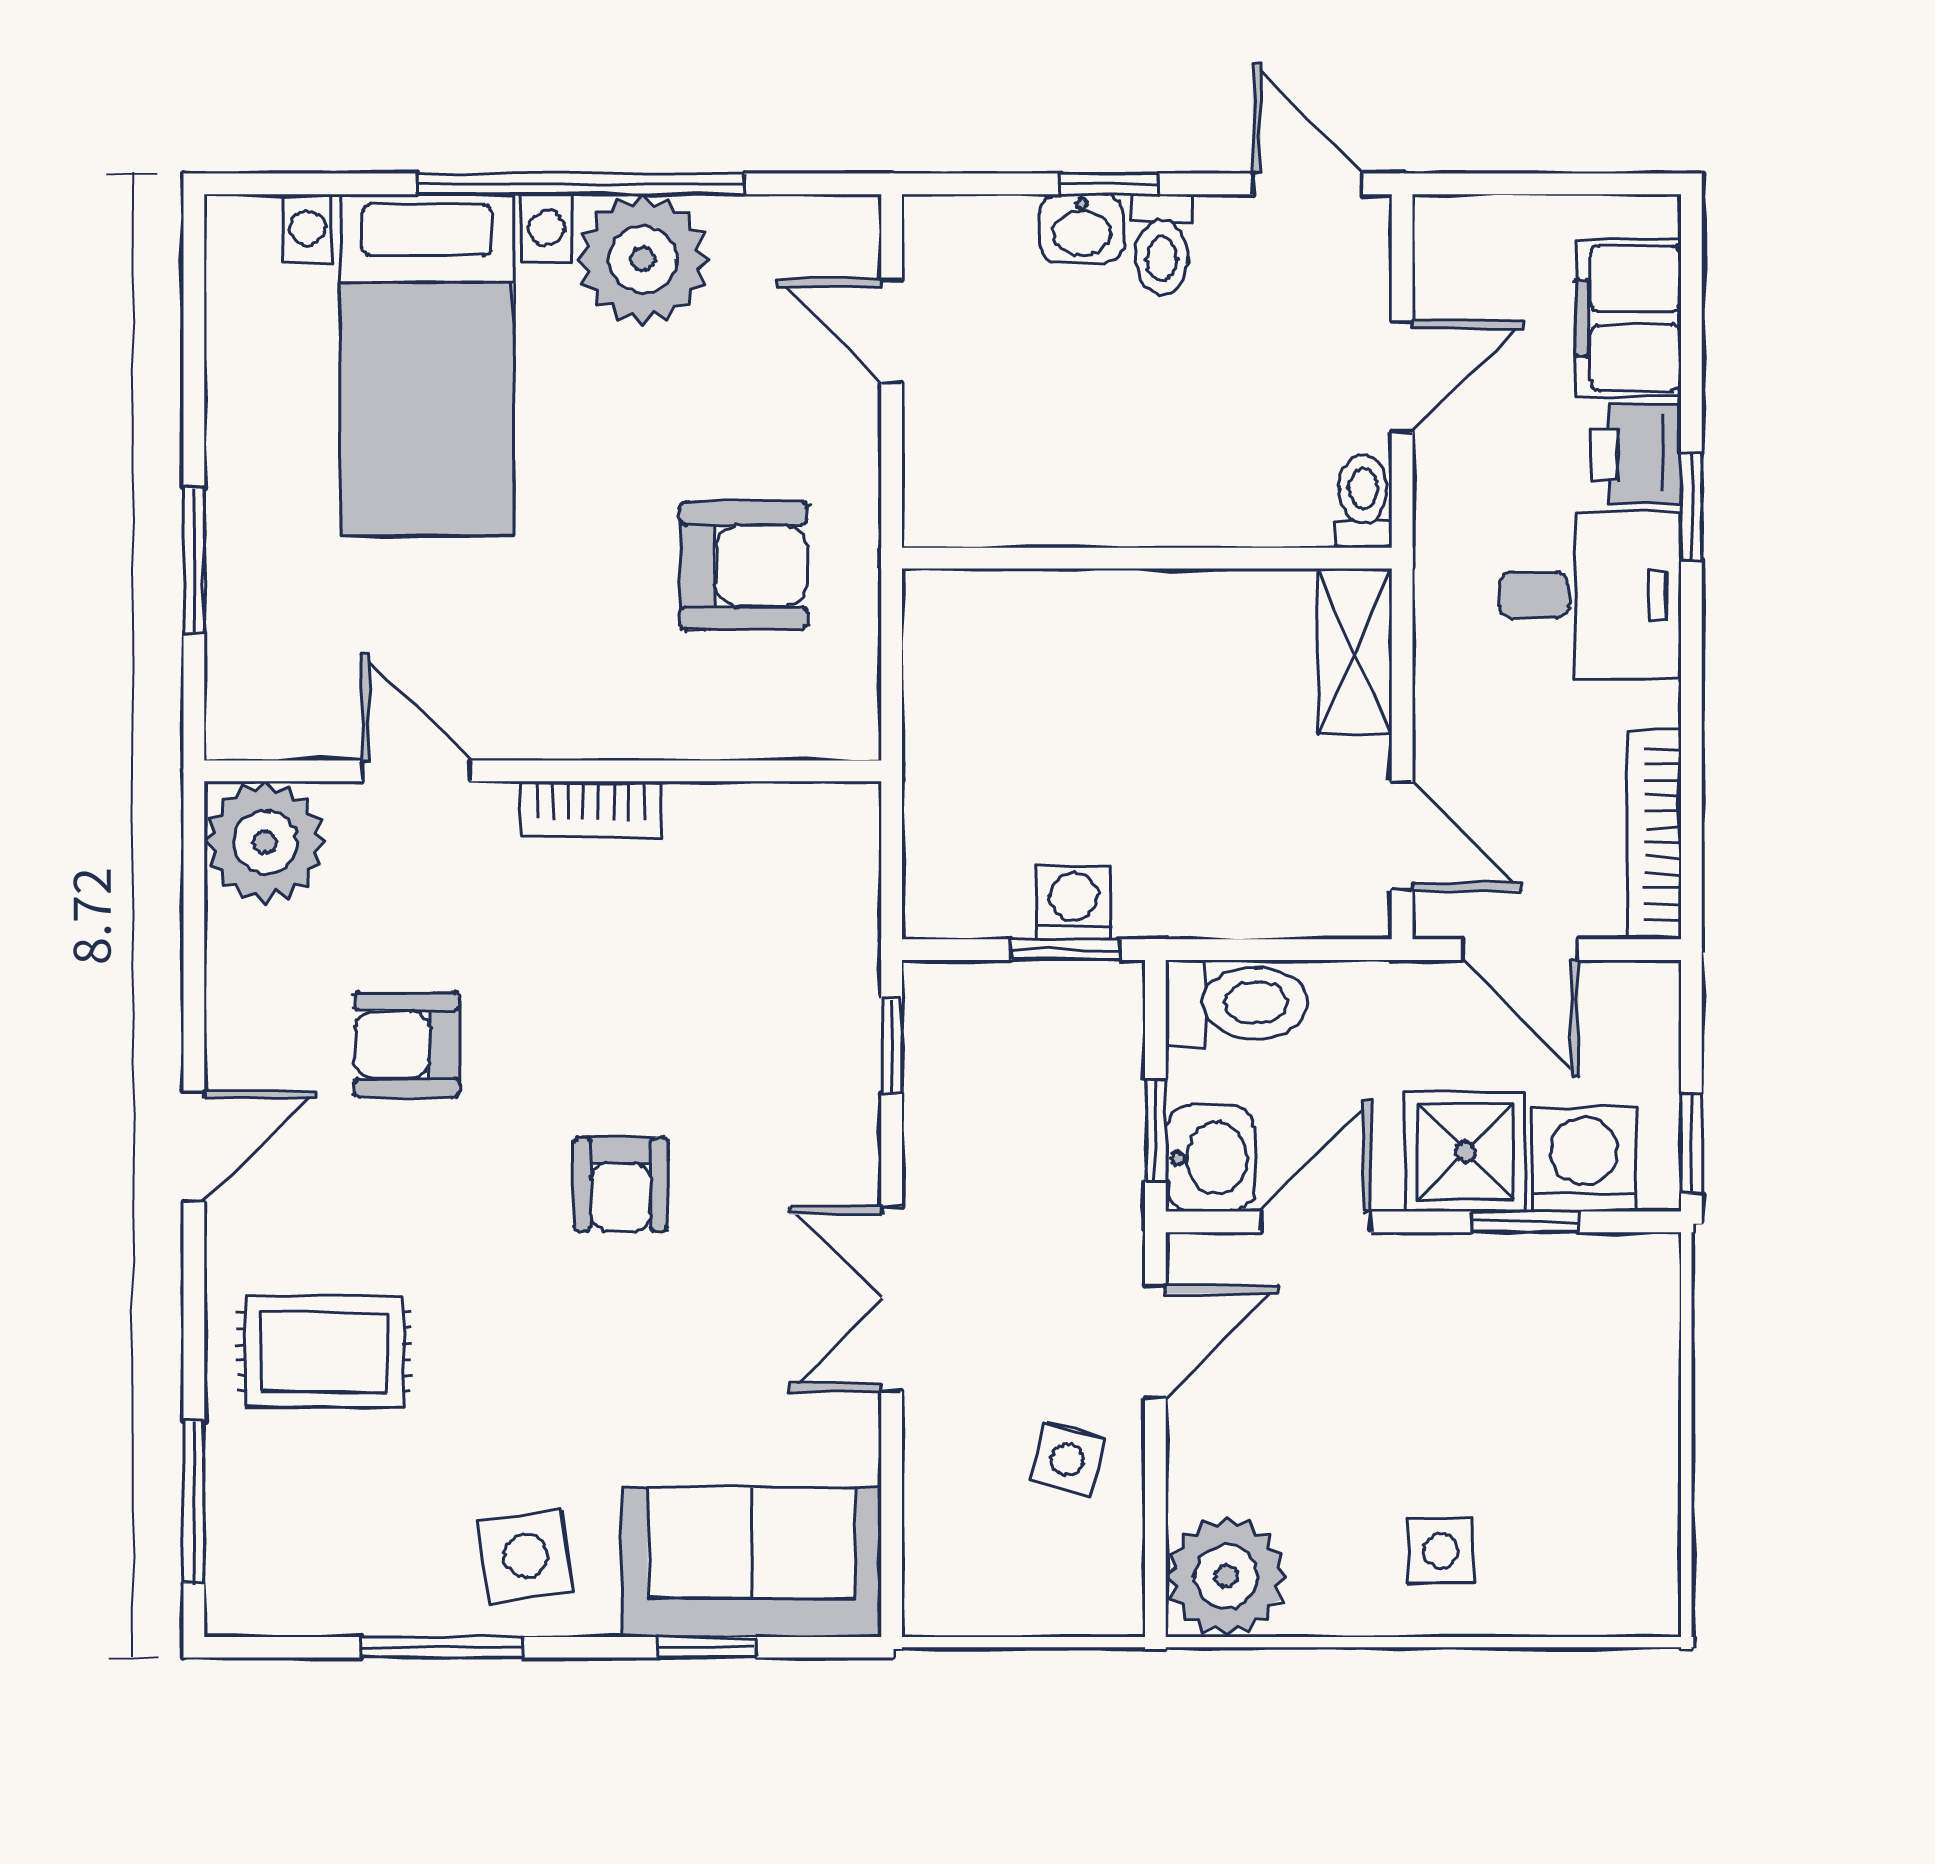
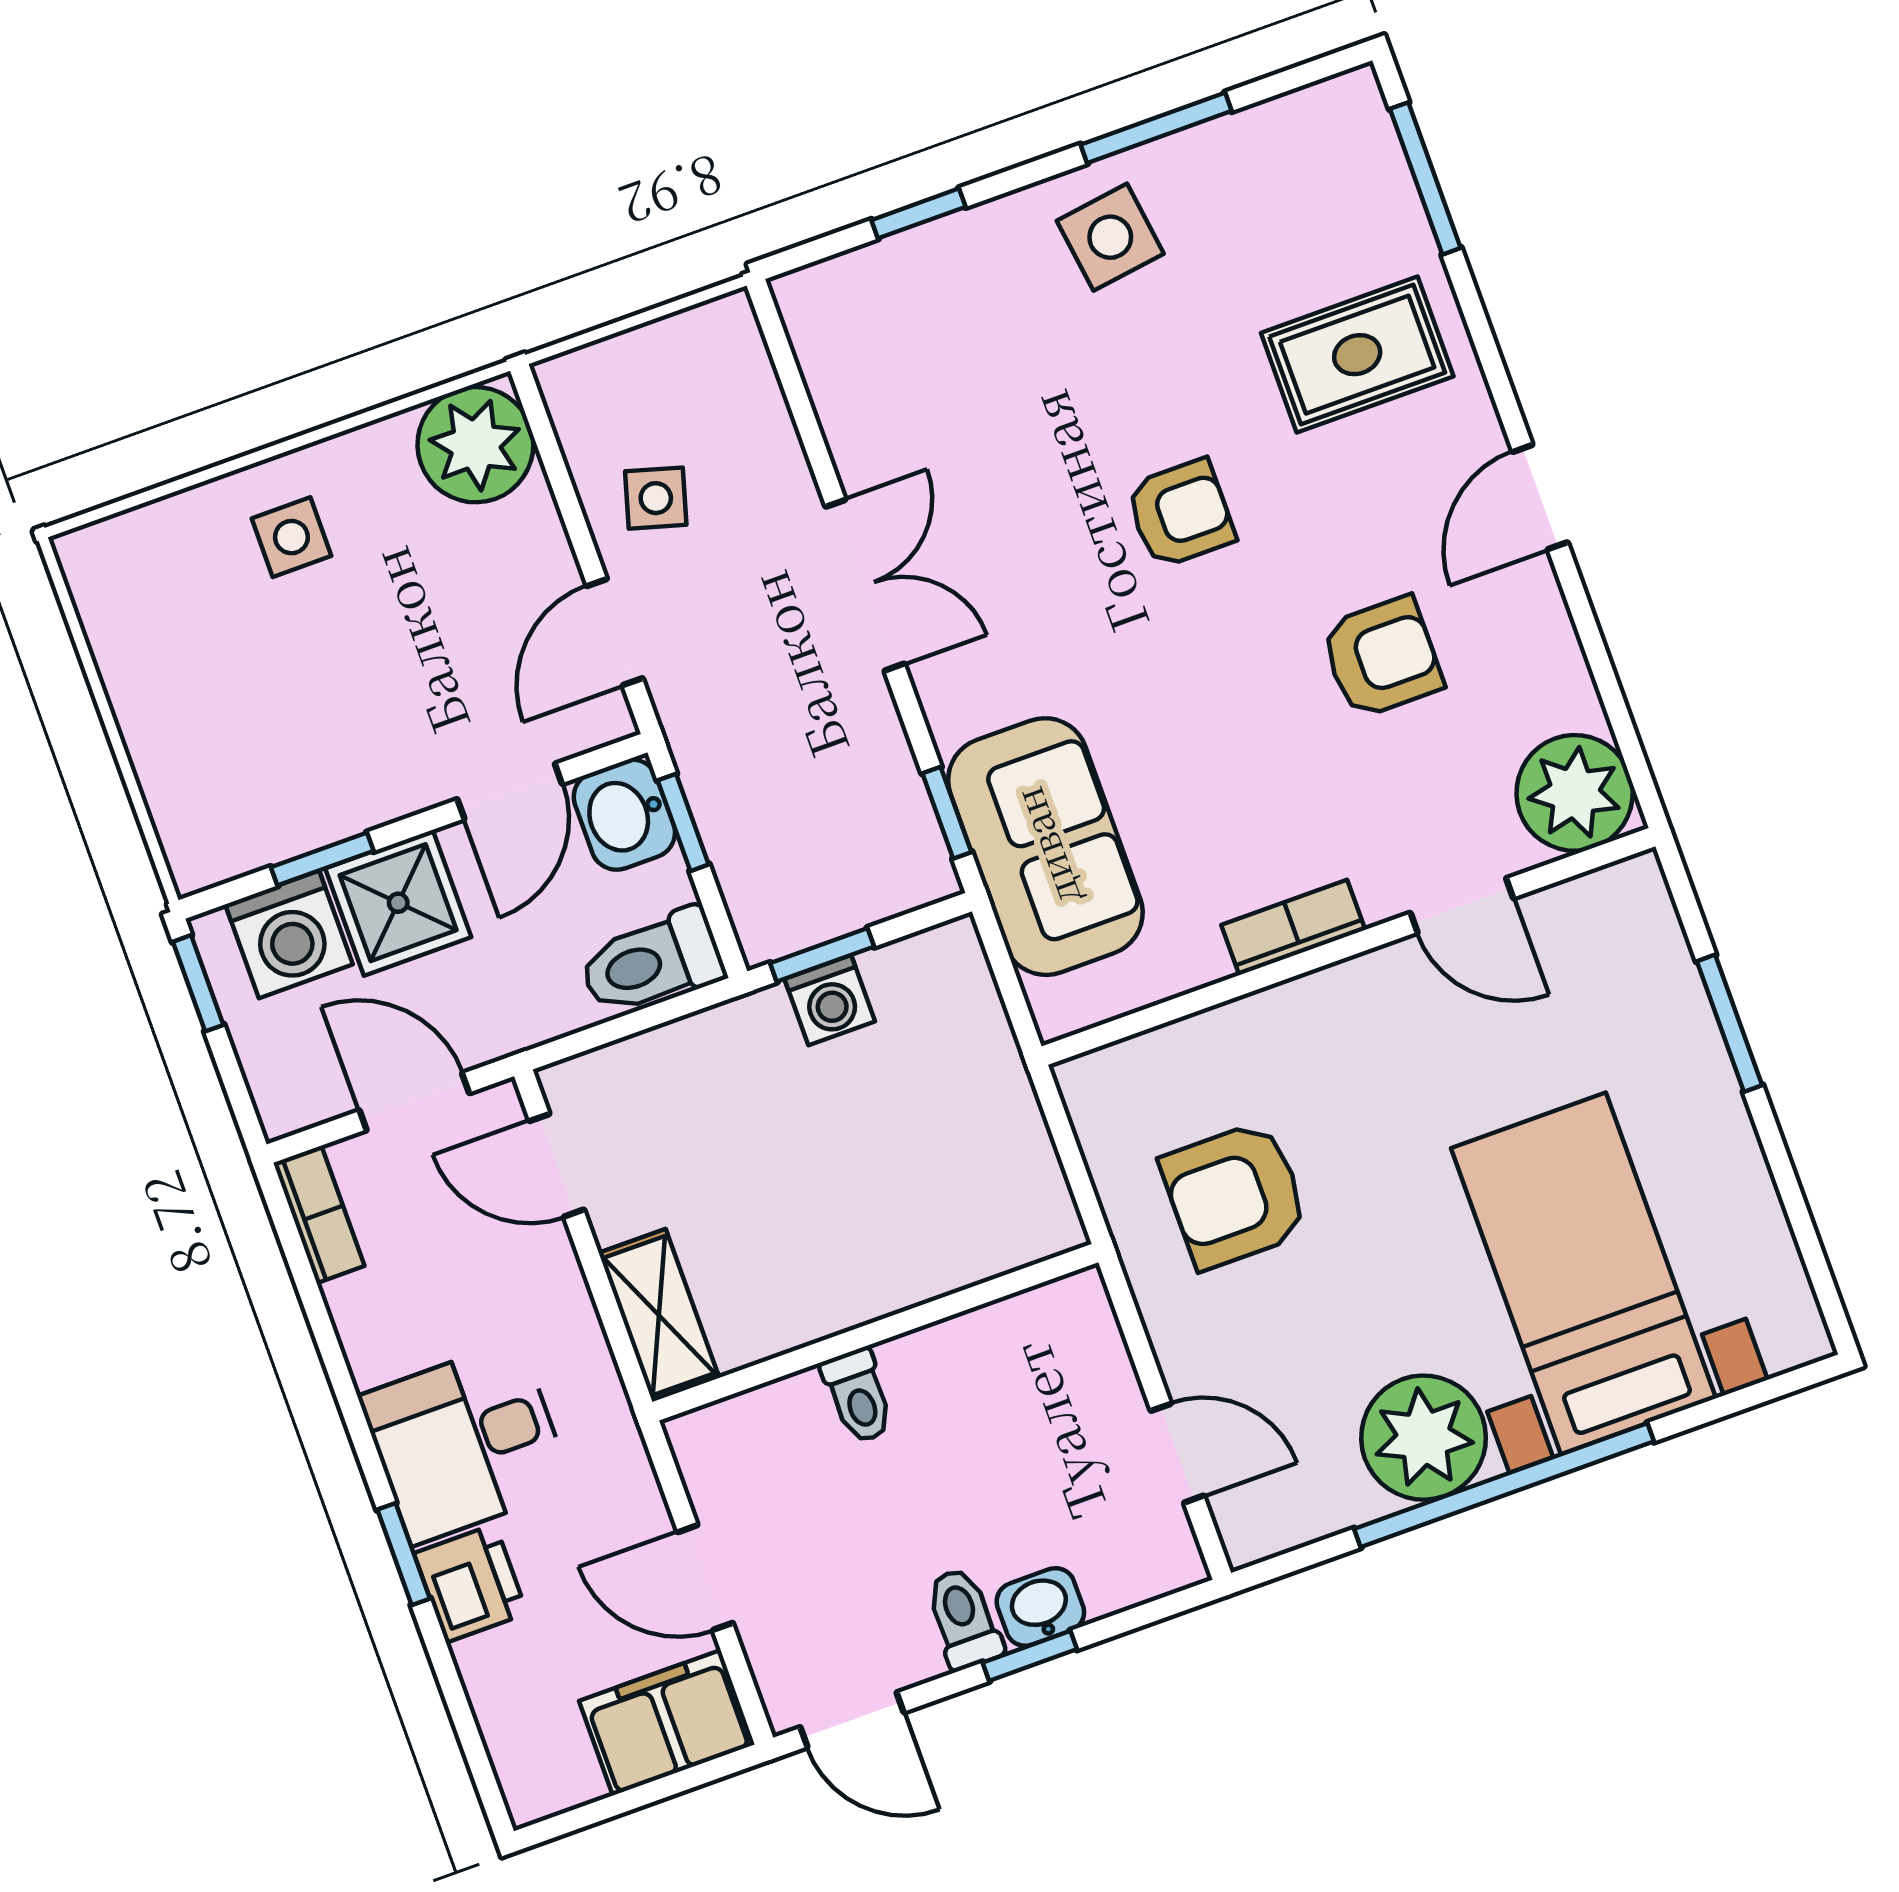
filing cabinet: (1628, 318) -> (667, 1723), moved, turned -90
door: (1402, 376) -> (705, 1578), hinge flipped
toilet: (1363, 501) -> (858, 1396), moved
bookcase: (1654, 834) -> (319, 1214), width x0.64
armchair: (621, 1184) -> (1180, 514), moved, turned 90
sofa: (752, 1562) -> (1045, 847), moved, turned -90

